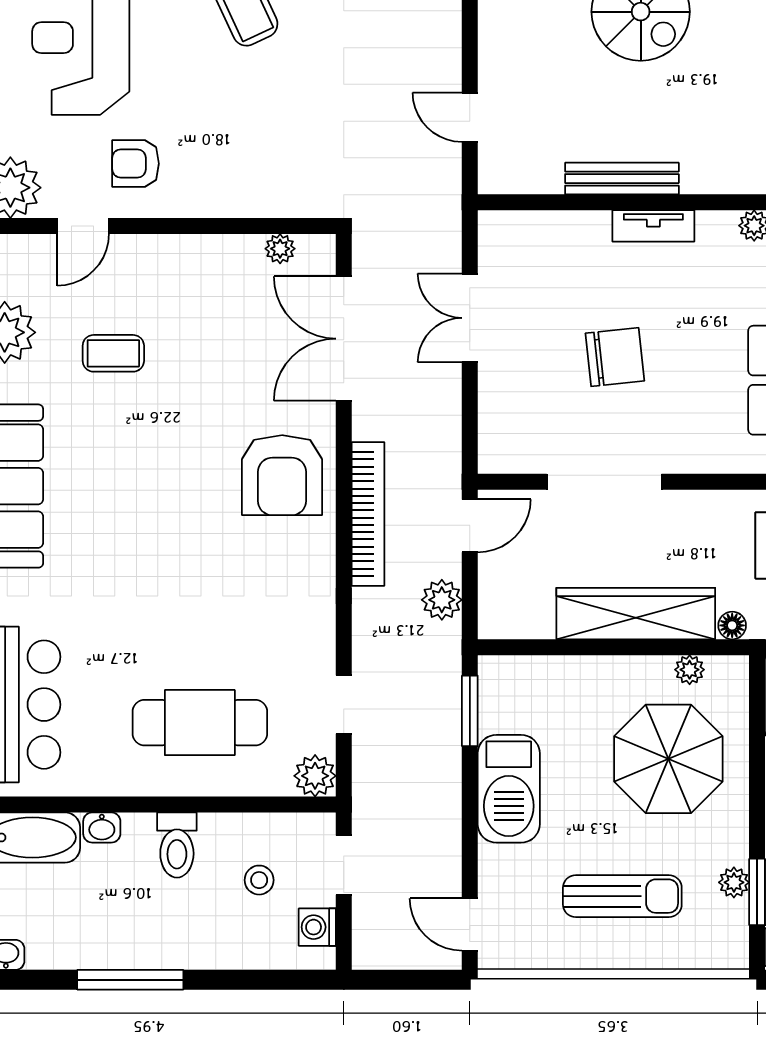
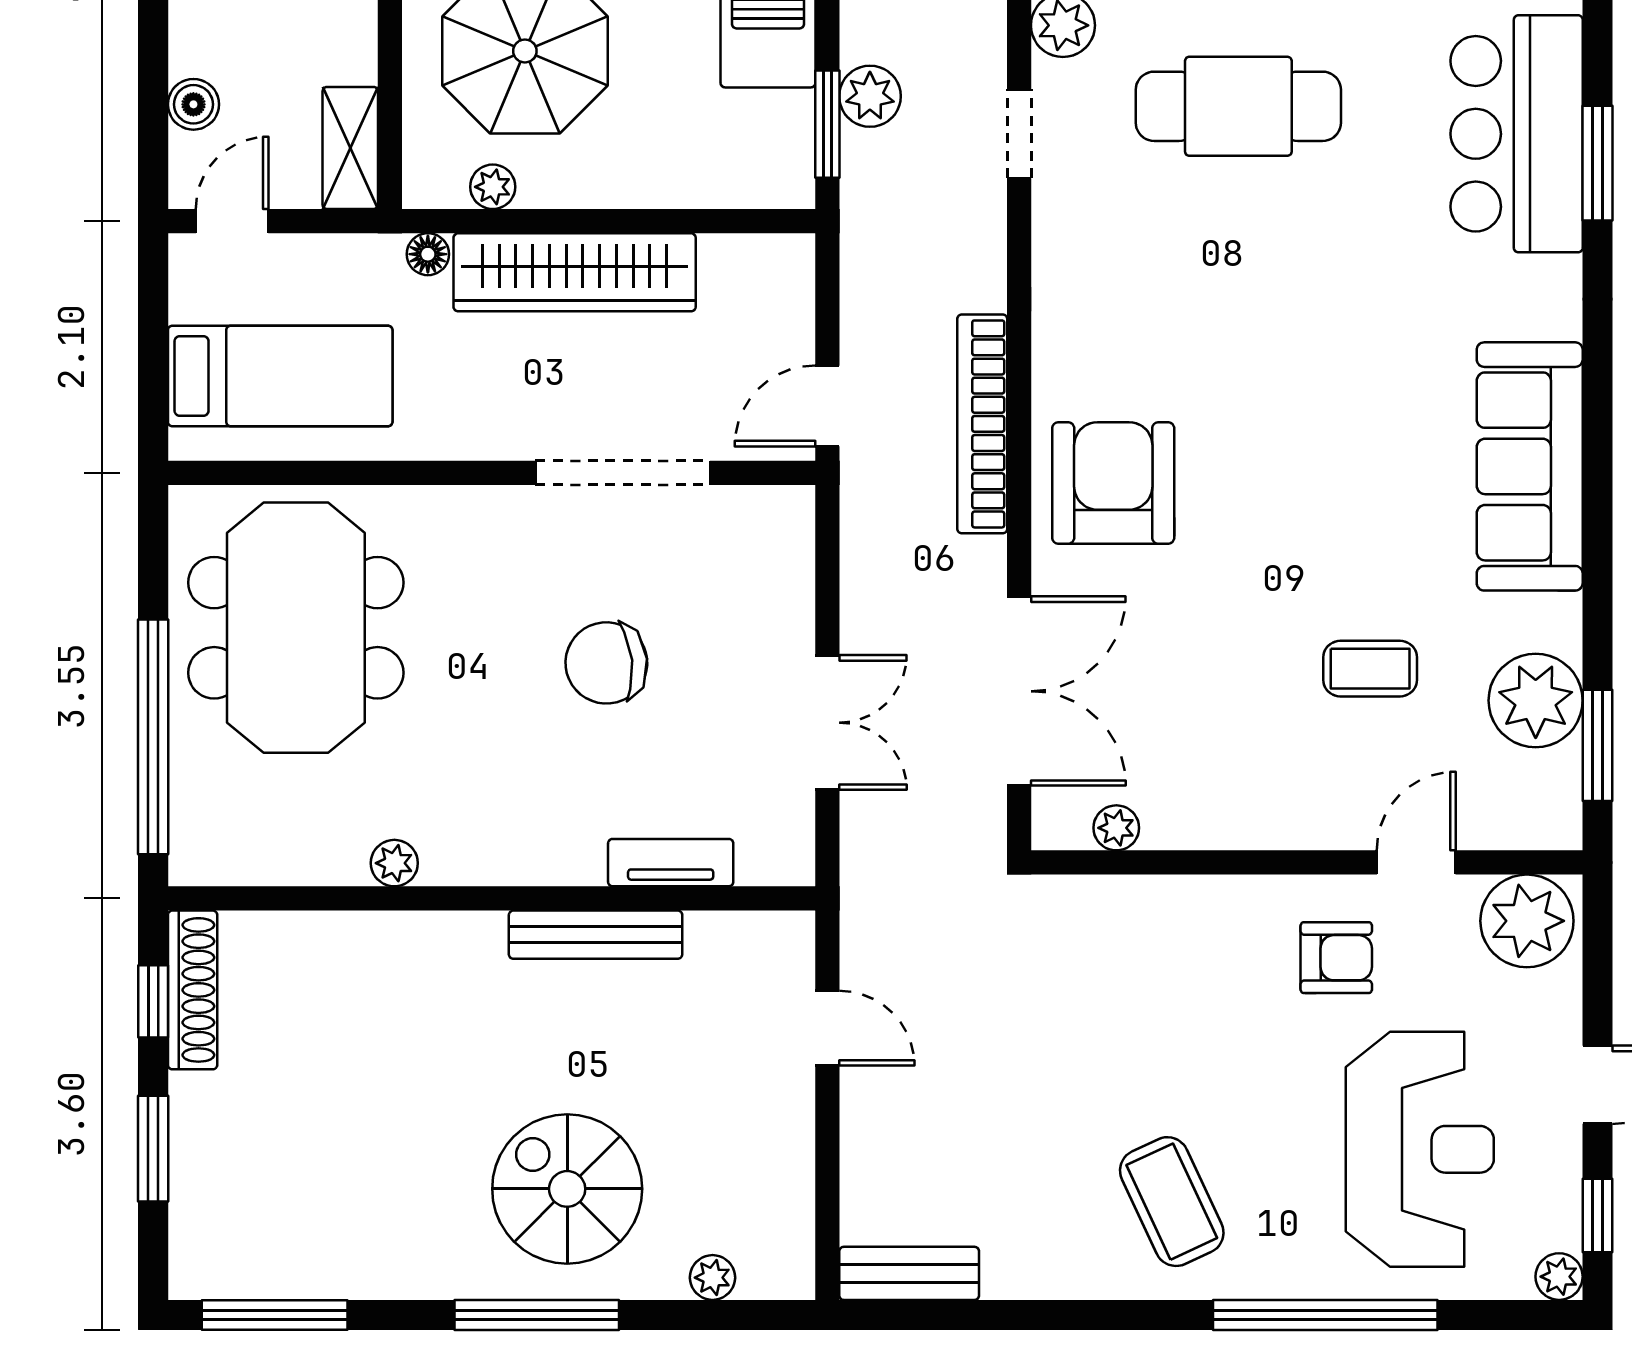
tv unit: (653, 226) -> (671, 863), moved
plant: (442, 600) -> (870, 96), moved

